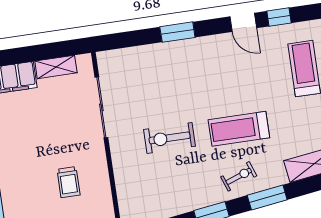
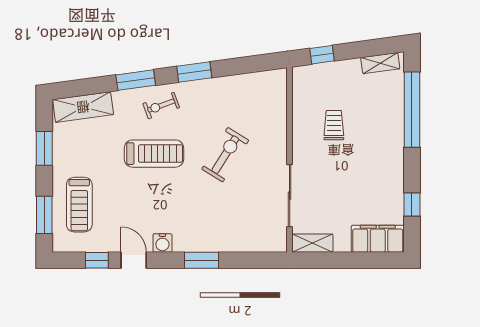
water cooler: (218, 43) -> (162, 243), added
shelving: (56, 67) -> (312, 243), moved
exercise bike: (170, 138) -> (225, 155), turned -58

